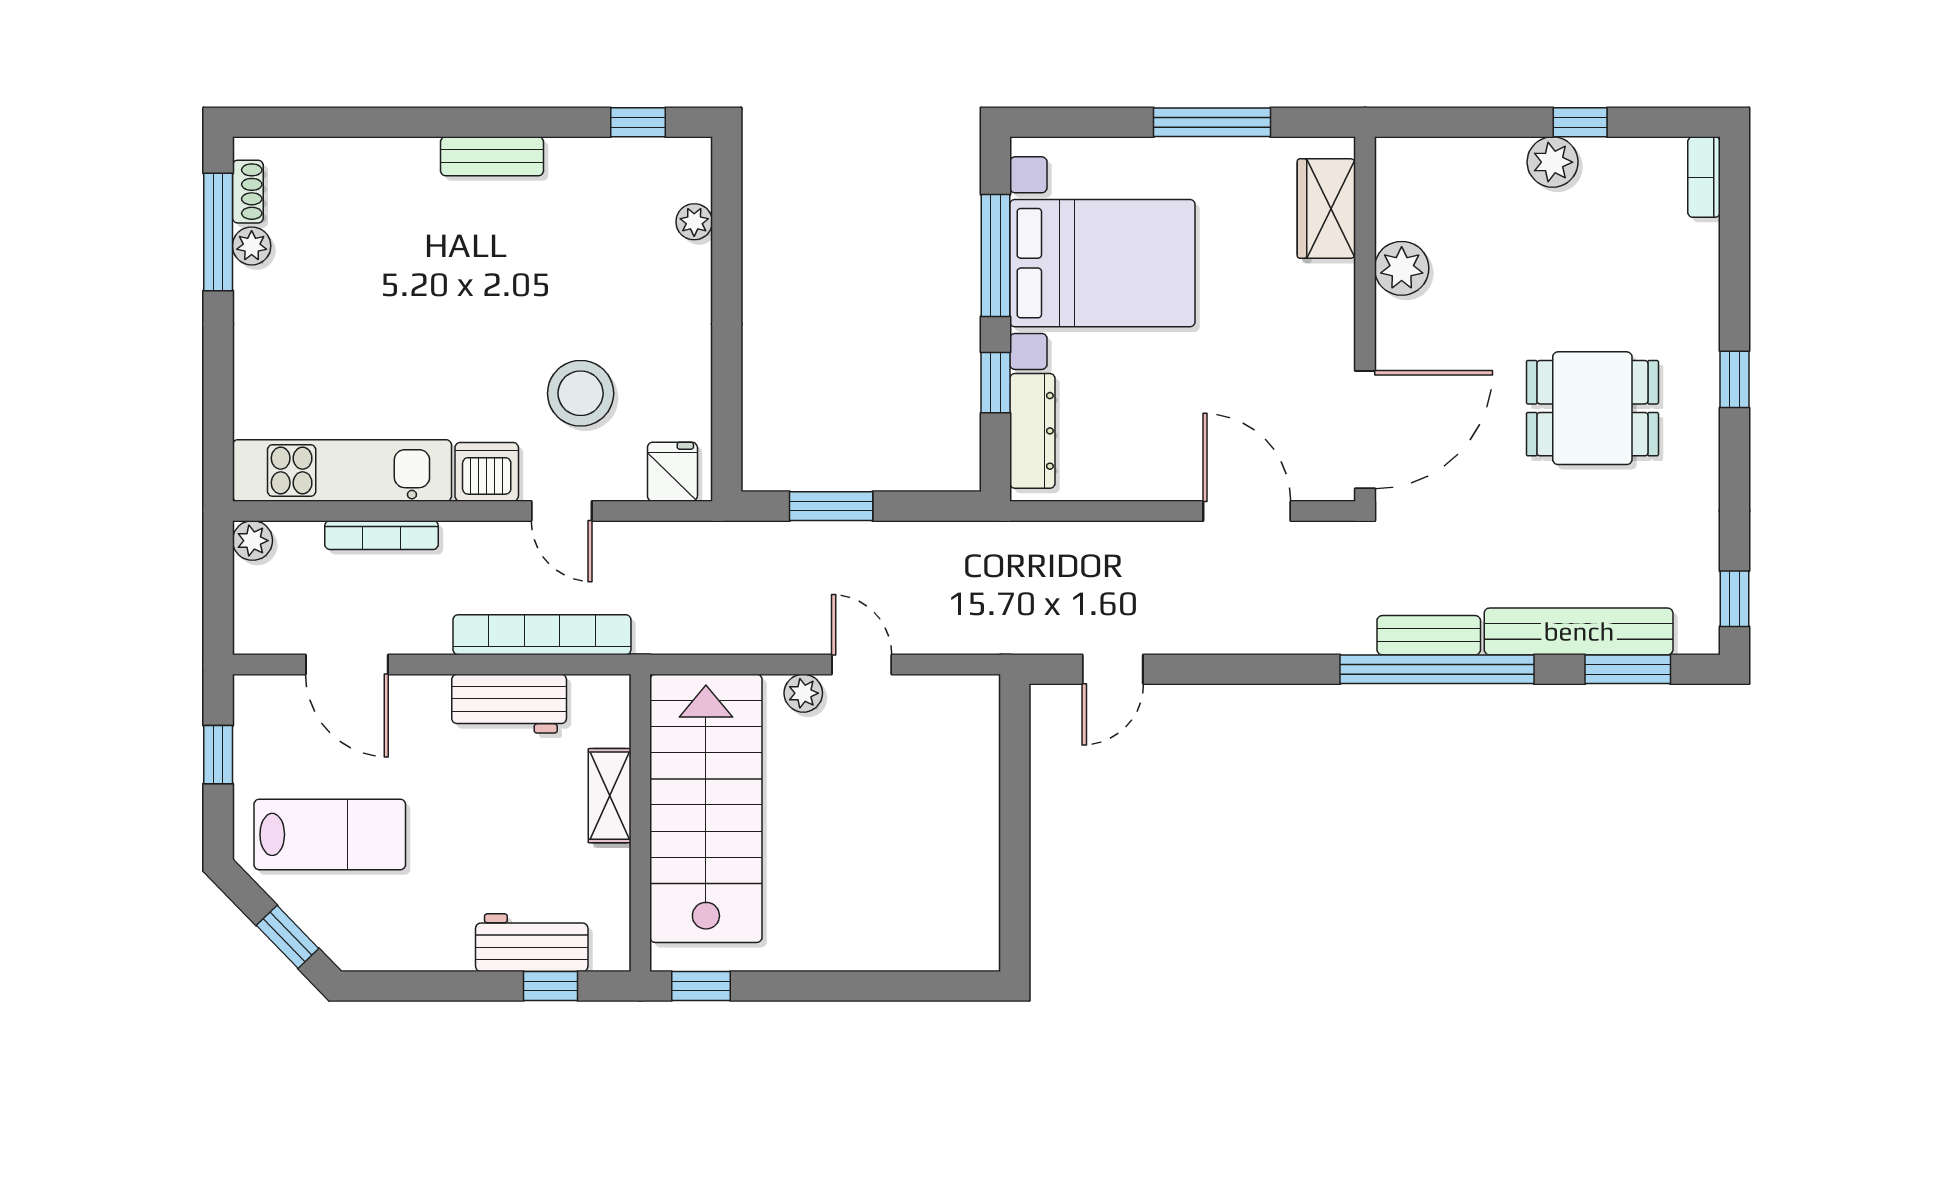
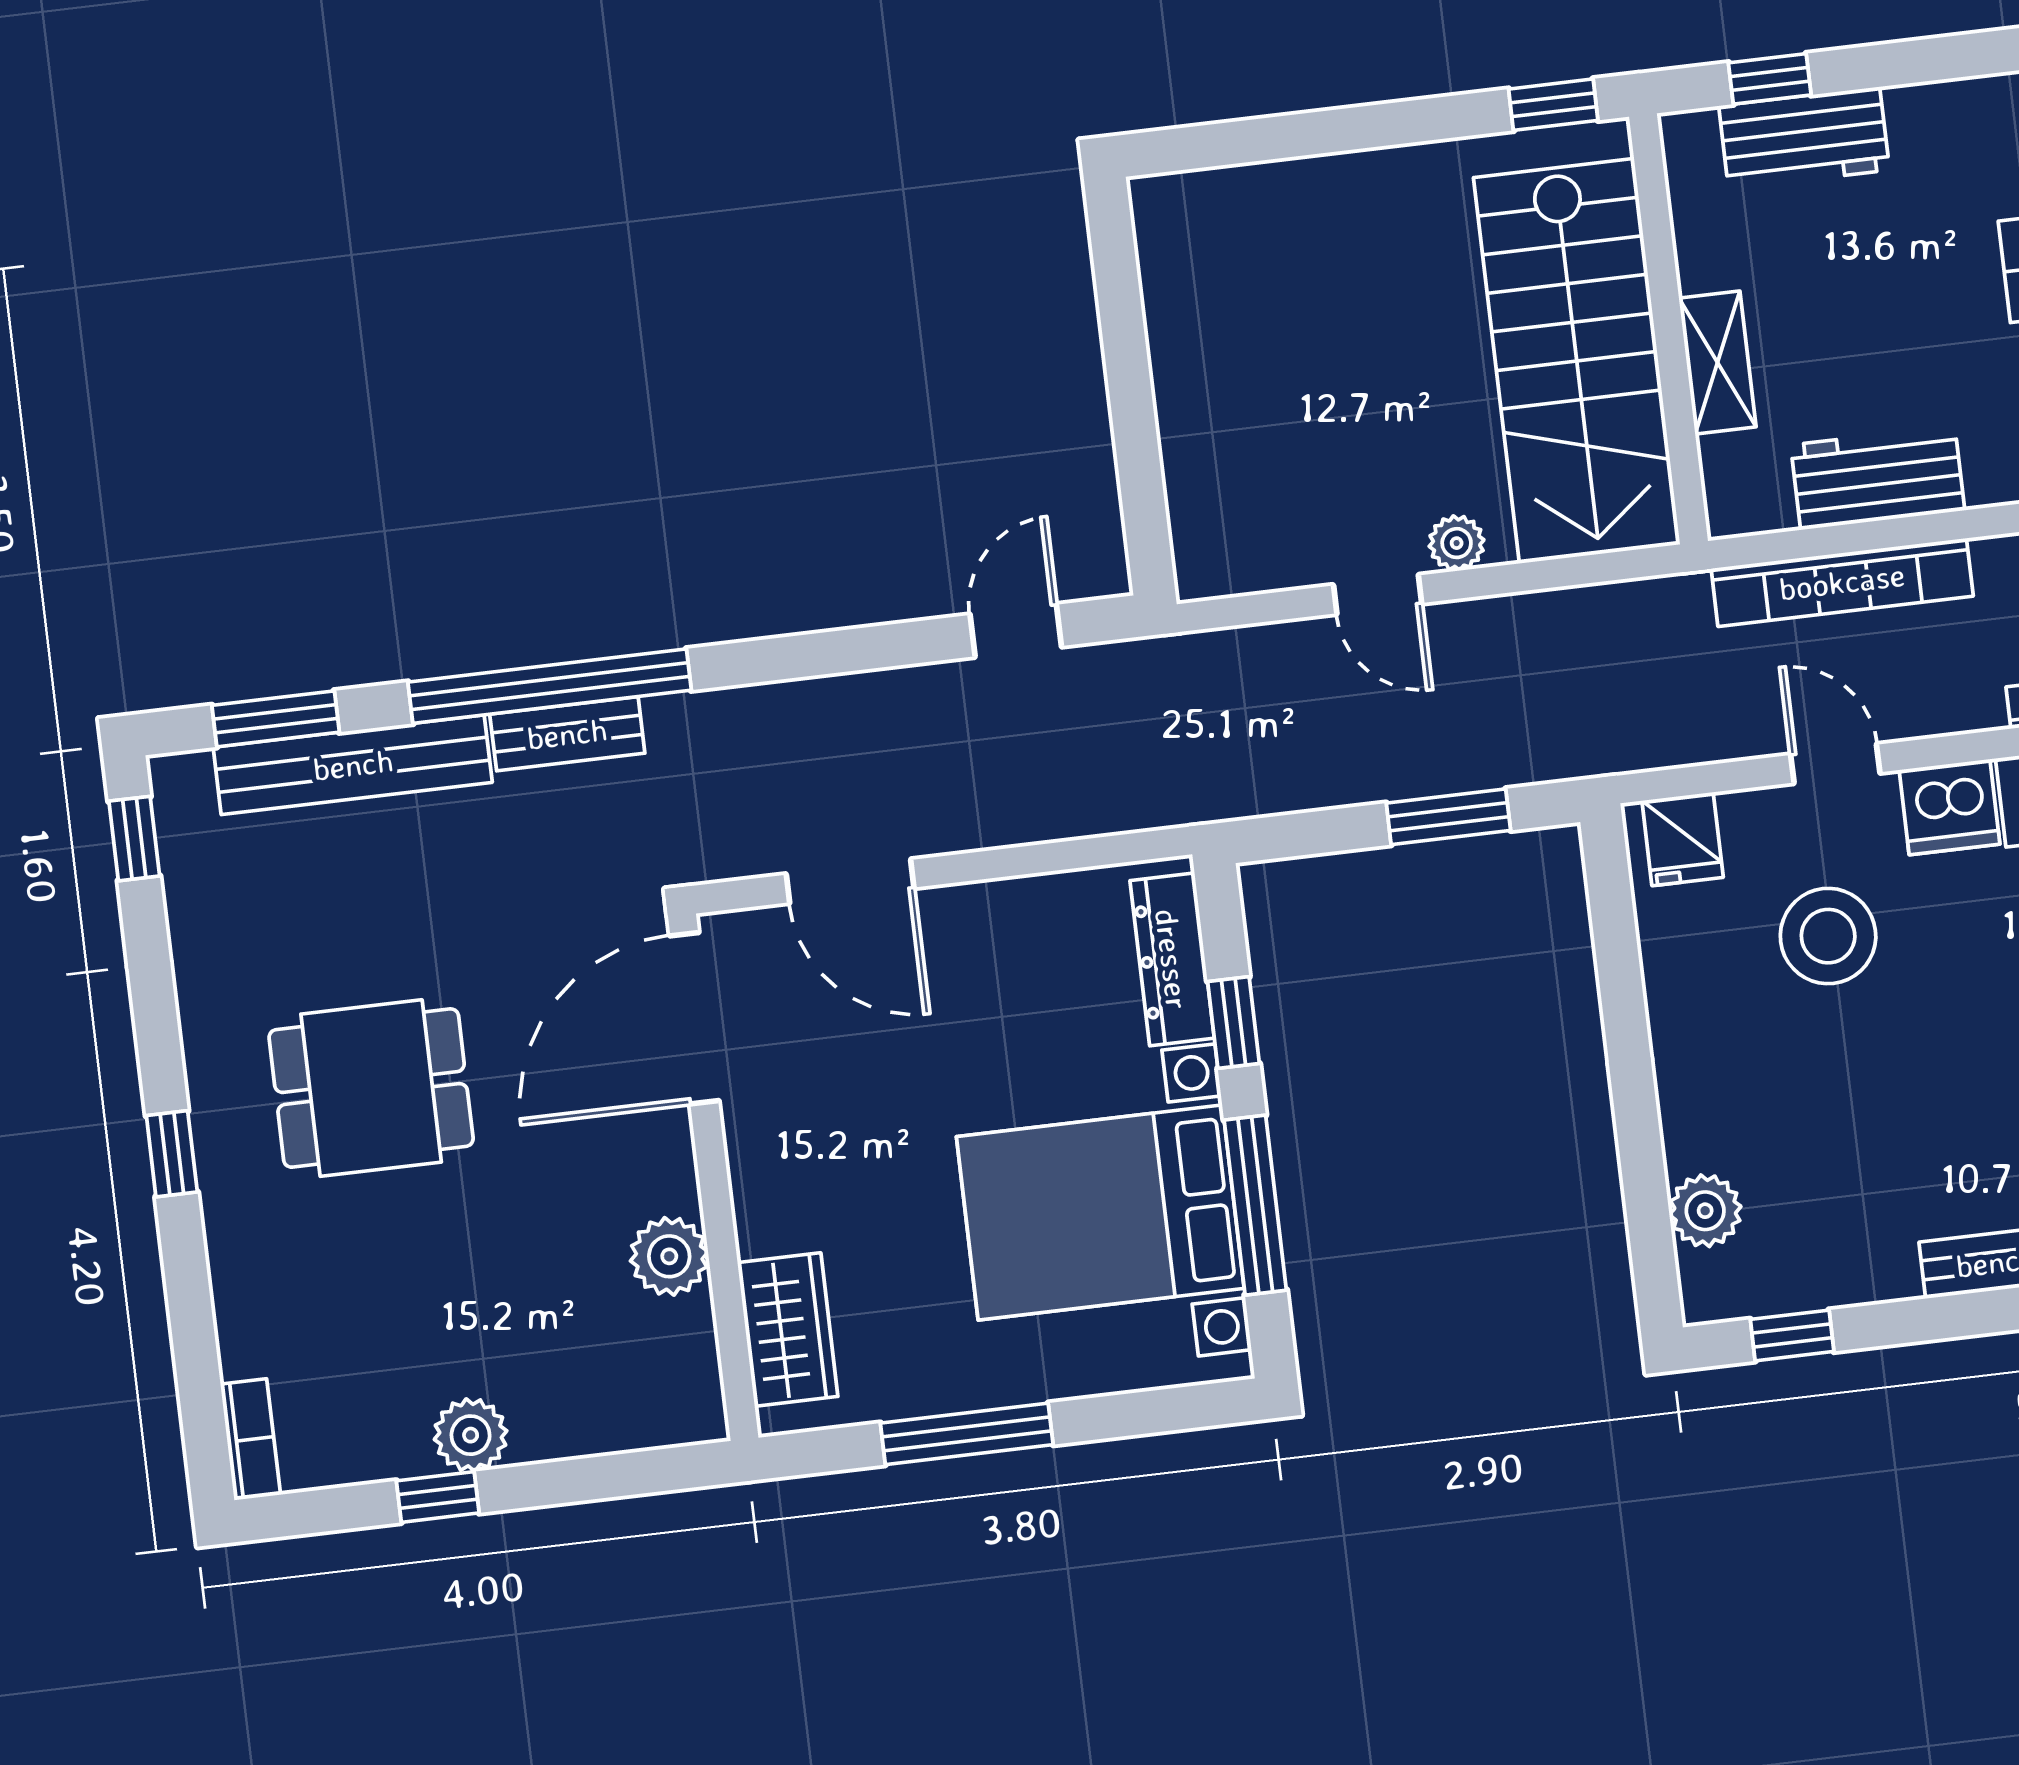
plant: (694, 222) -> (1705, 1211), width x1.38, depth x1.38

